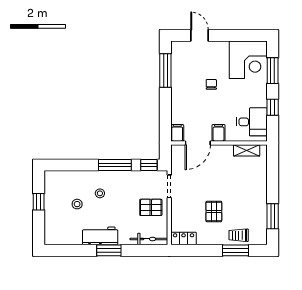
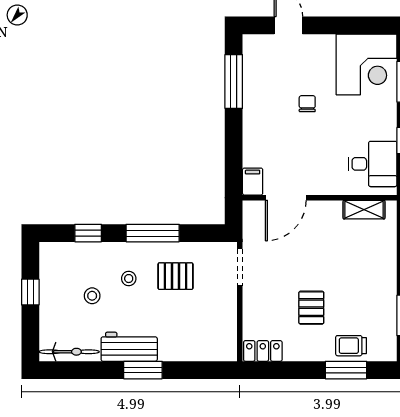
filing cabinet: (219, 133) -> (319, 182), removed
window: (149, 165) -> (88, 233), moved
pallet: (151, 207) -> (175, 276), moved
bicycle: (149, 239) -> (69, 352), moved

